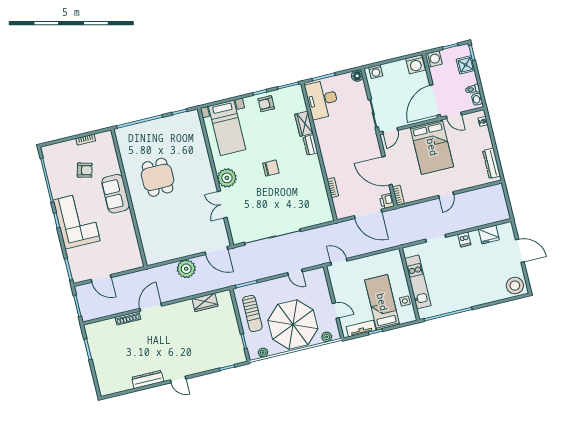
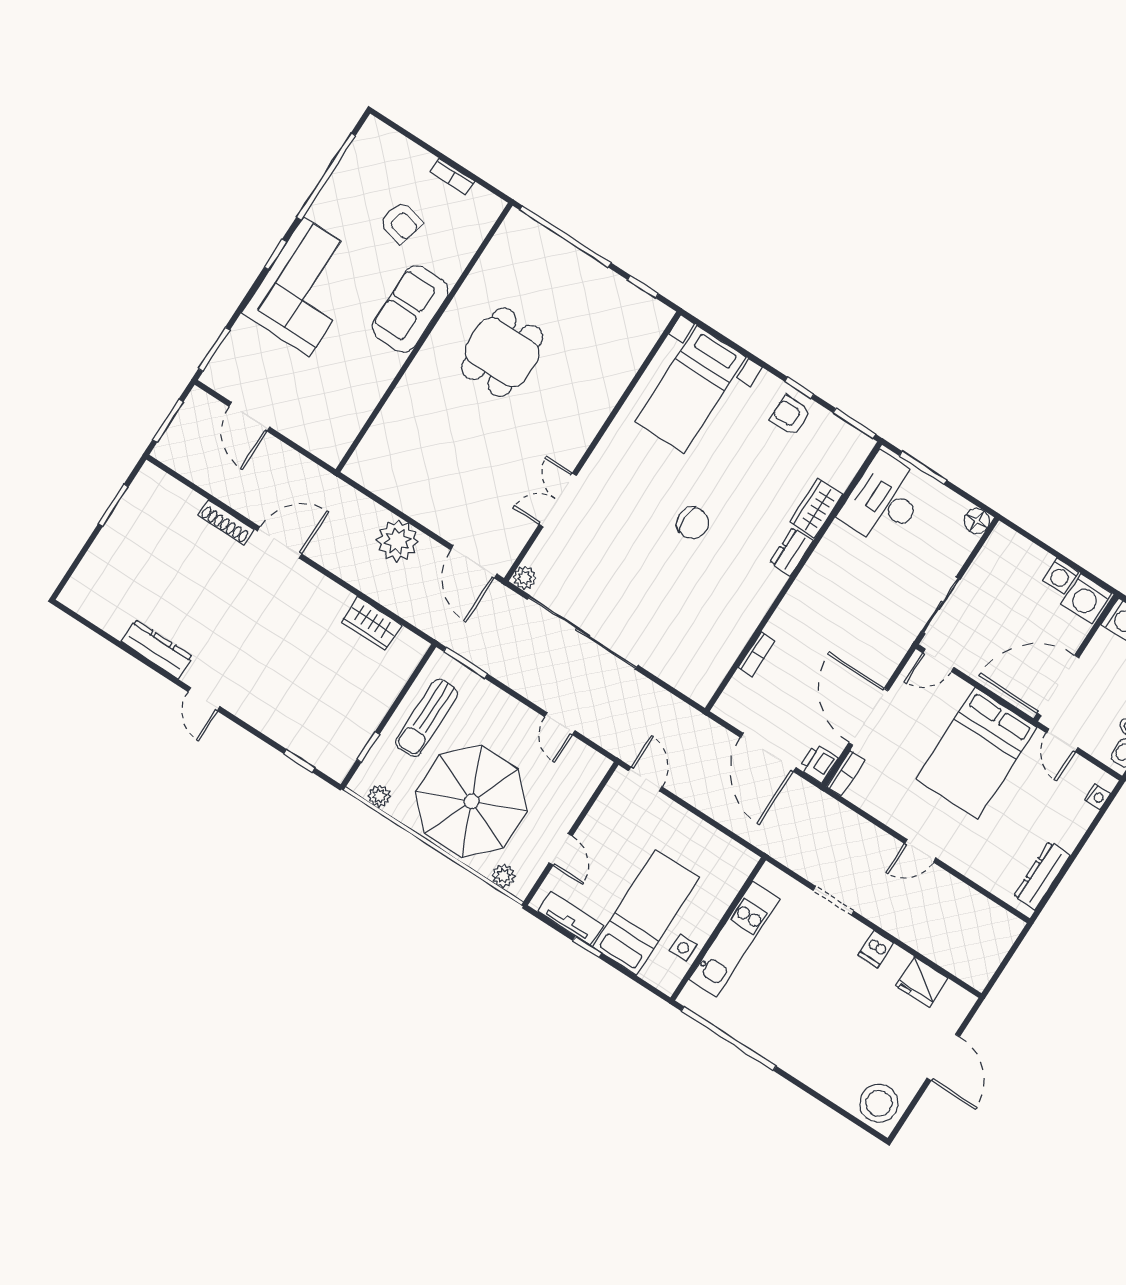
washing machine: (376, 72) -> (1061, 576), moved
plant: (227, 178) -> (525, 578), moved, width x0.53, depth x0.53

